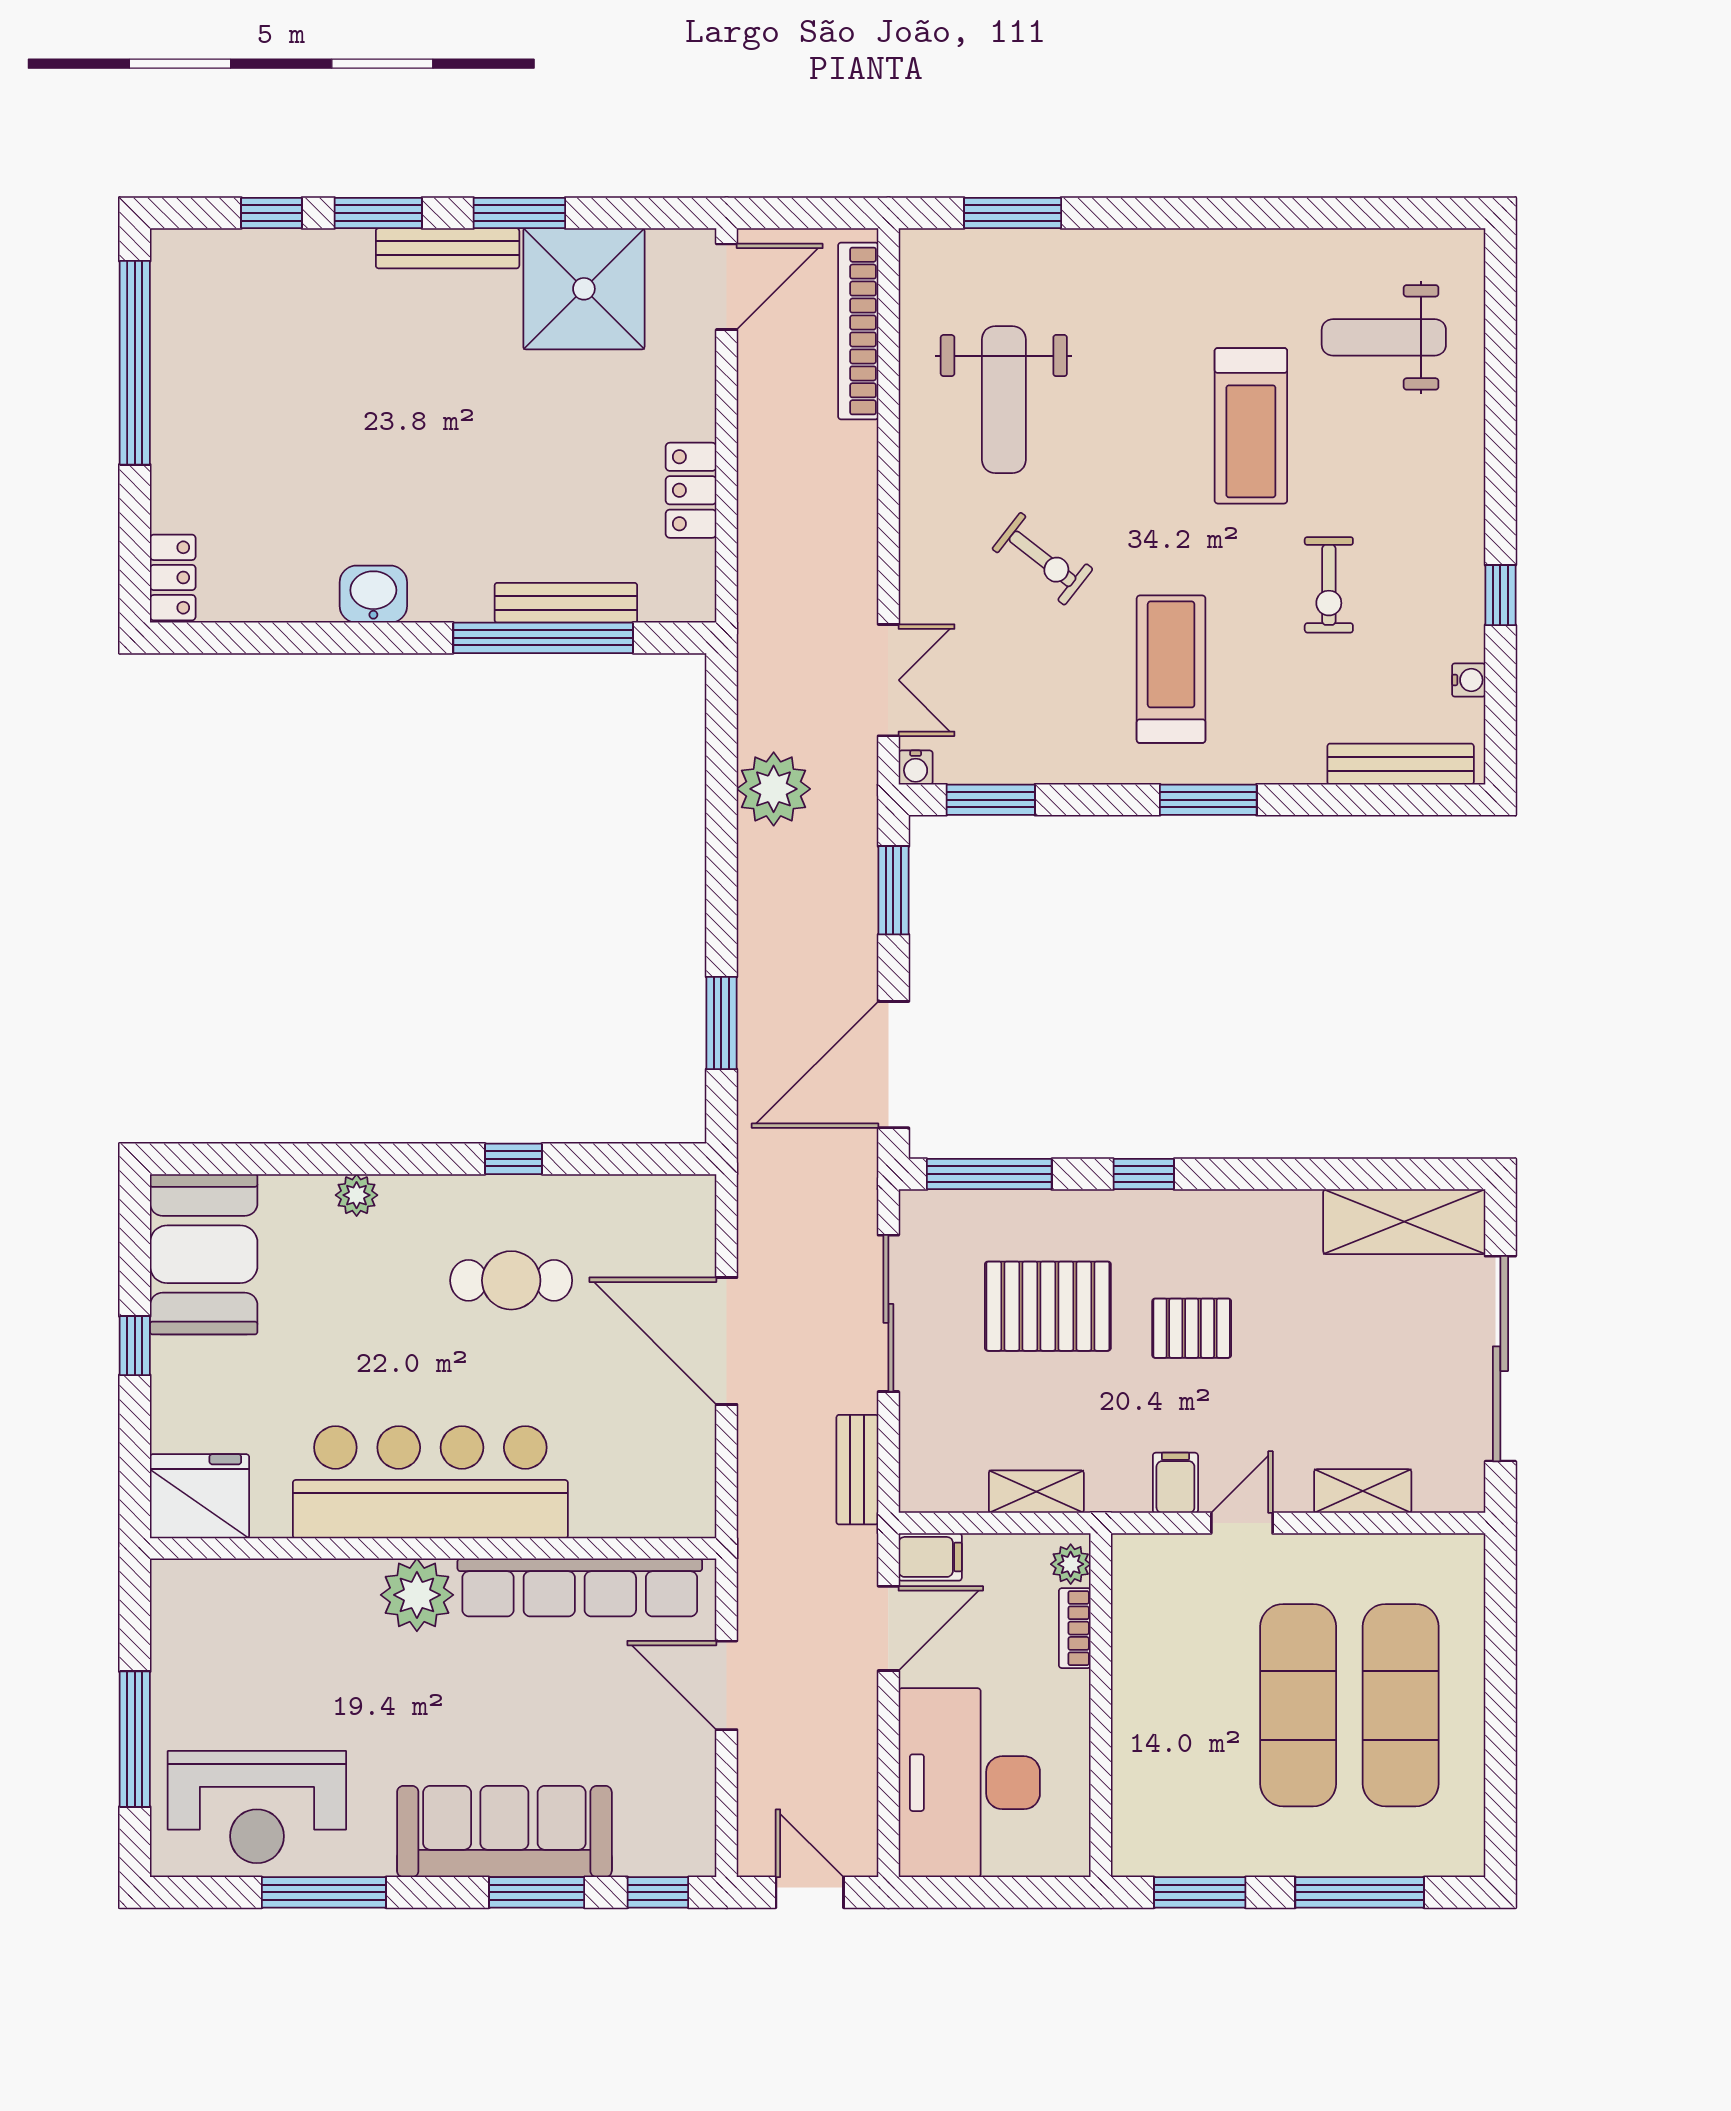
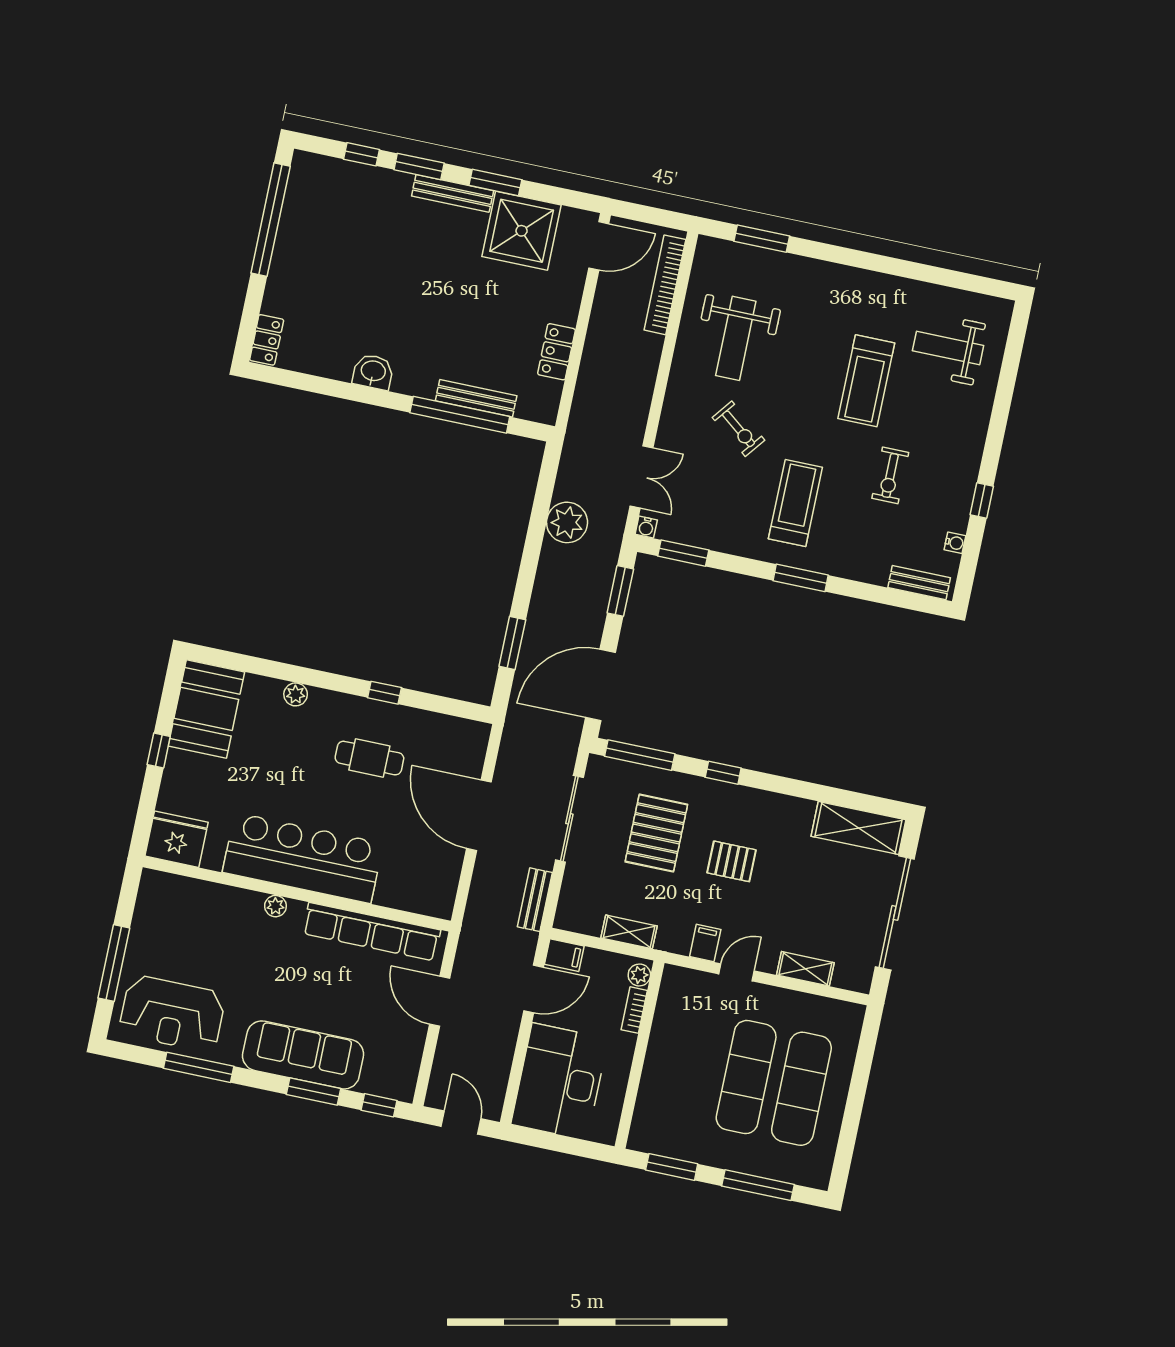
bench: (1401, 764) -> (919, 583), width x0.73
pallet: (1048, 1306) -> (656, 833), turned 90
plant: (417, 1595) -> (275, 906), width x0.53, depth x0.53

